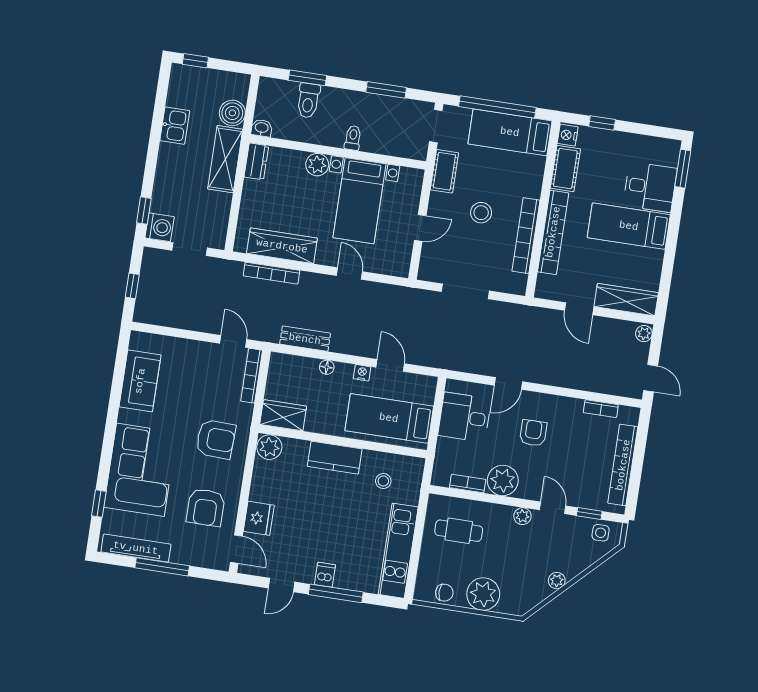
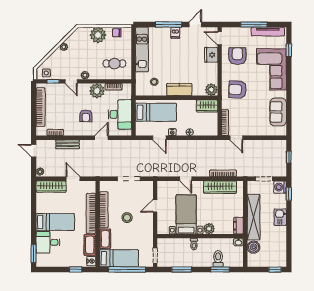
kitchen sink: (175, 126) -> (280, 217), moved
shelving: (225, 159) -> (254, 217), width x1.47
cot: (444, 171) -> (105, 239), moved
bench: (305, 339) -> (68, 144), moved
desk: (465, 417) -> (120, 114), width x1.37

